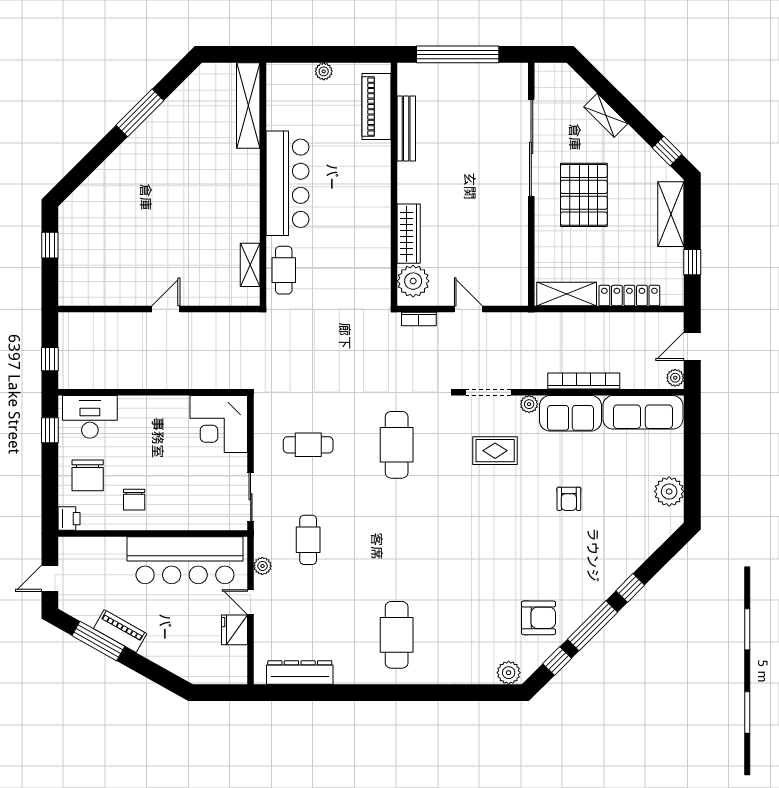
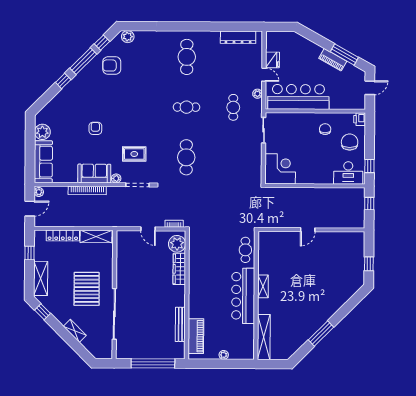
shelving: (250, 265) -> (263, 286), moved
sofa: (643, 412) -> (43, 162), moved, turned 90
cafe table: (308, 445) -> (186, 107), moved

